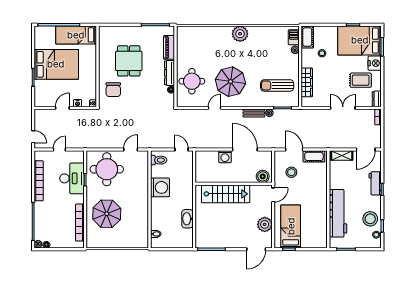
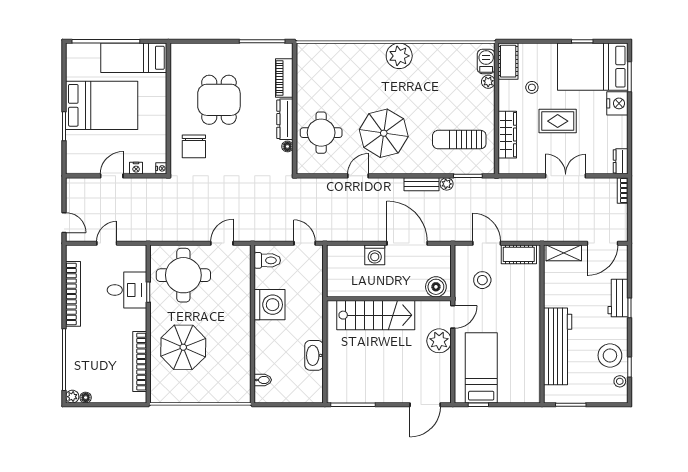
rug: (361, 80) -> (558, 121), moved
desk: (72, 178) -> (127, 290), width x0.73
plant: (265, 224) -> (439, 341), moved

